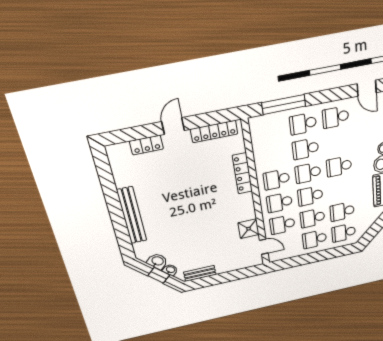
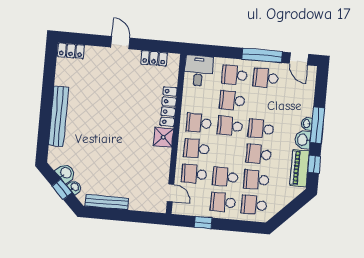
window: (284, 104) -> (262, 55), moved
door: (173, 126) -> (120, 43), hinge flipped
desk: (265, 130) -> (199, 71), added
locker: (214, 131) -> (154, 58), width x0.66
locker: (146, 145) -> (71, 51), moved
school desk: (310, 196) -> (259, 154), moved
shower: (249, 229) -> (163, 137), moved
window: (300, 261) -> (203, 223), added
bench: (200, 273) -> (107, 202), width x1.36

